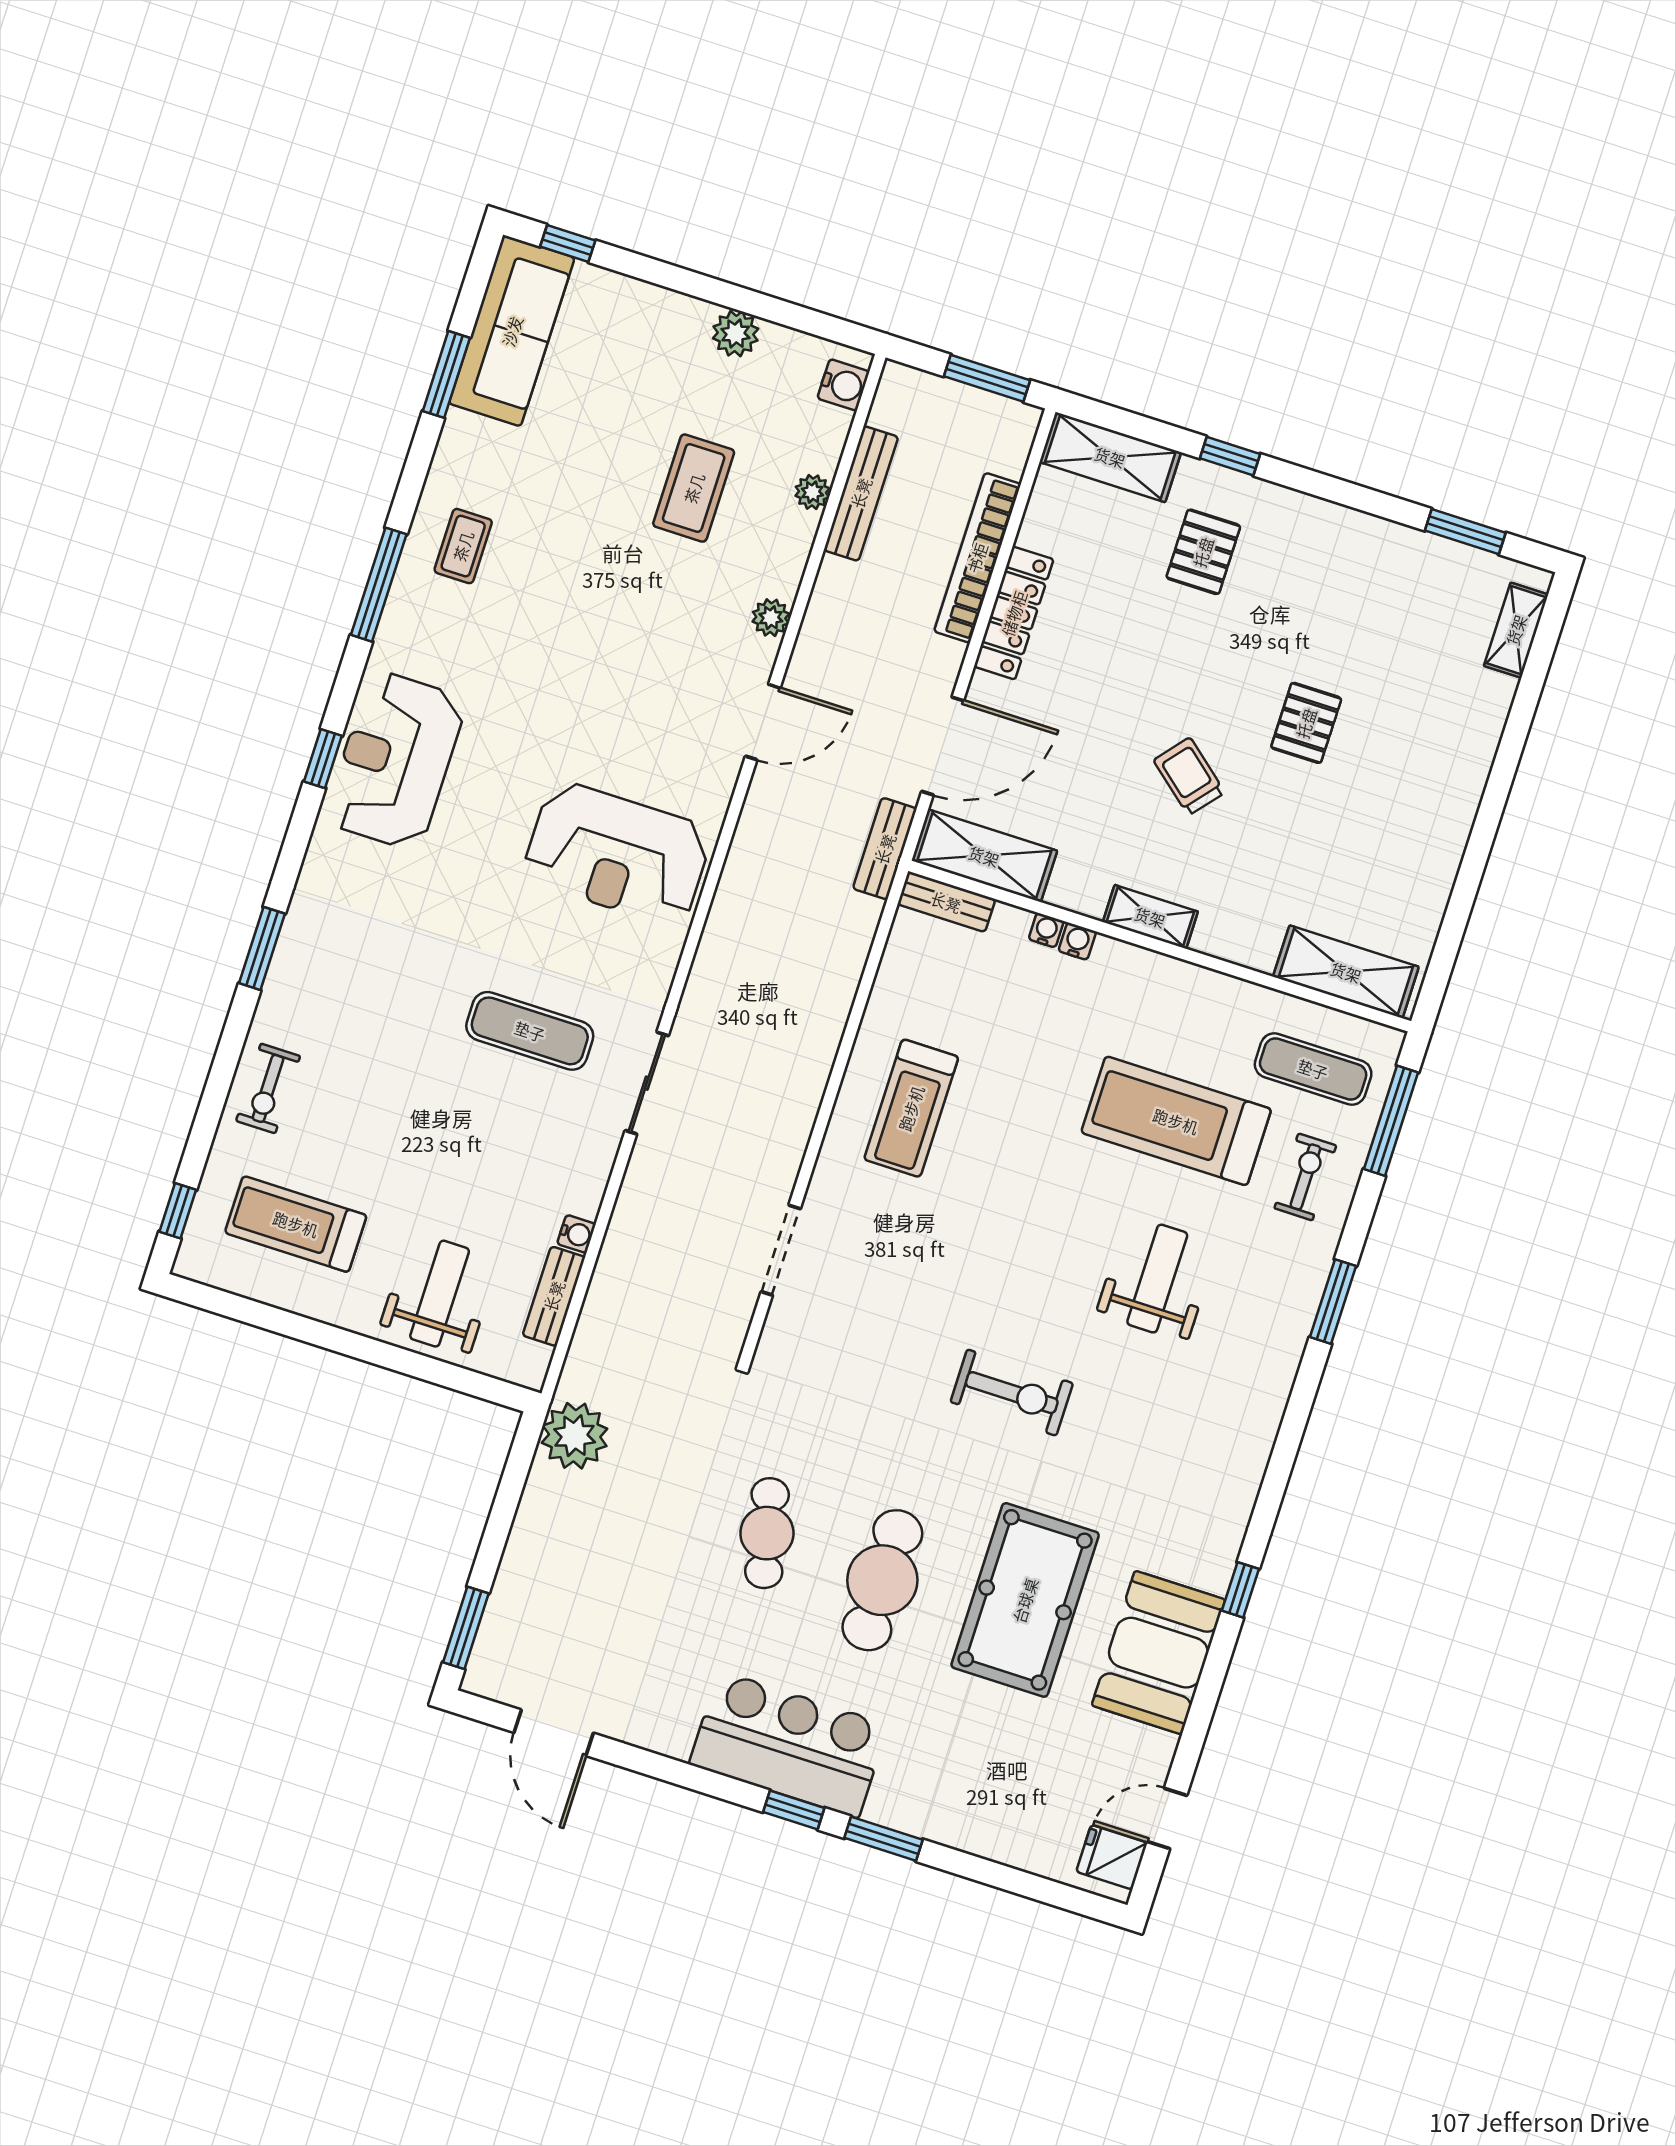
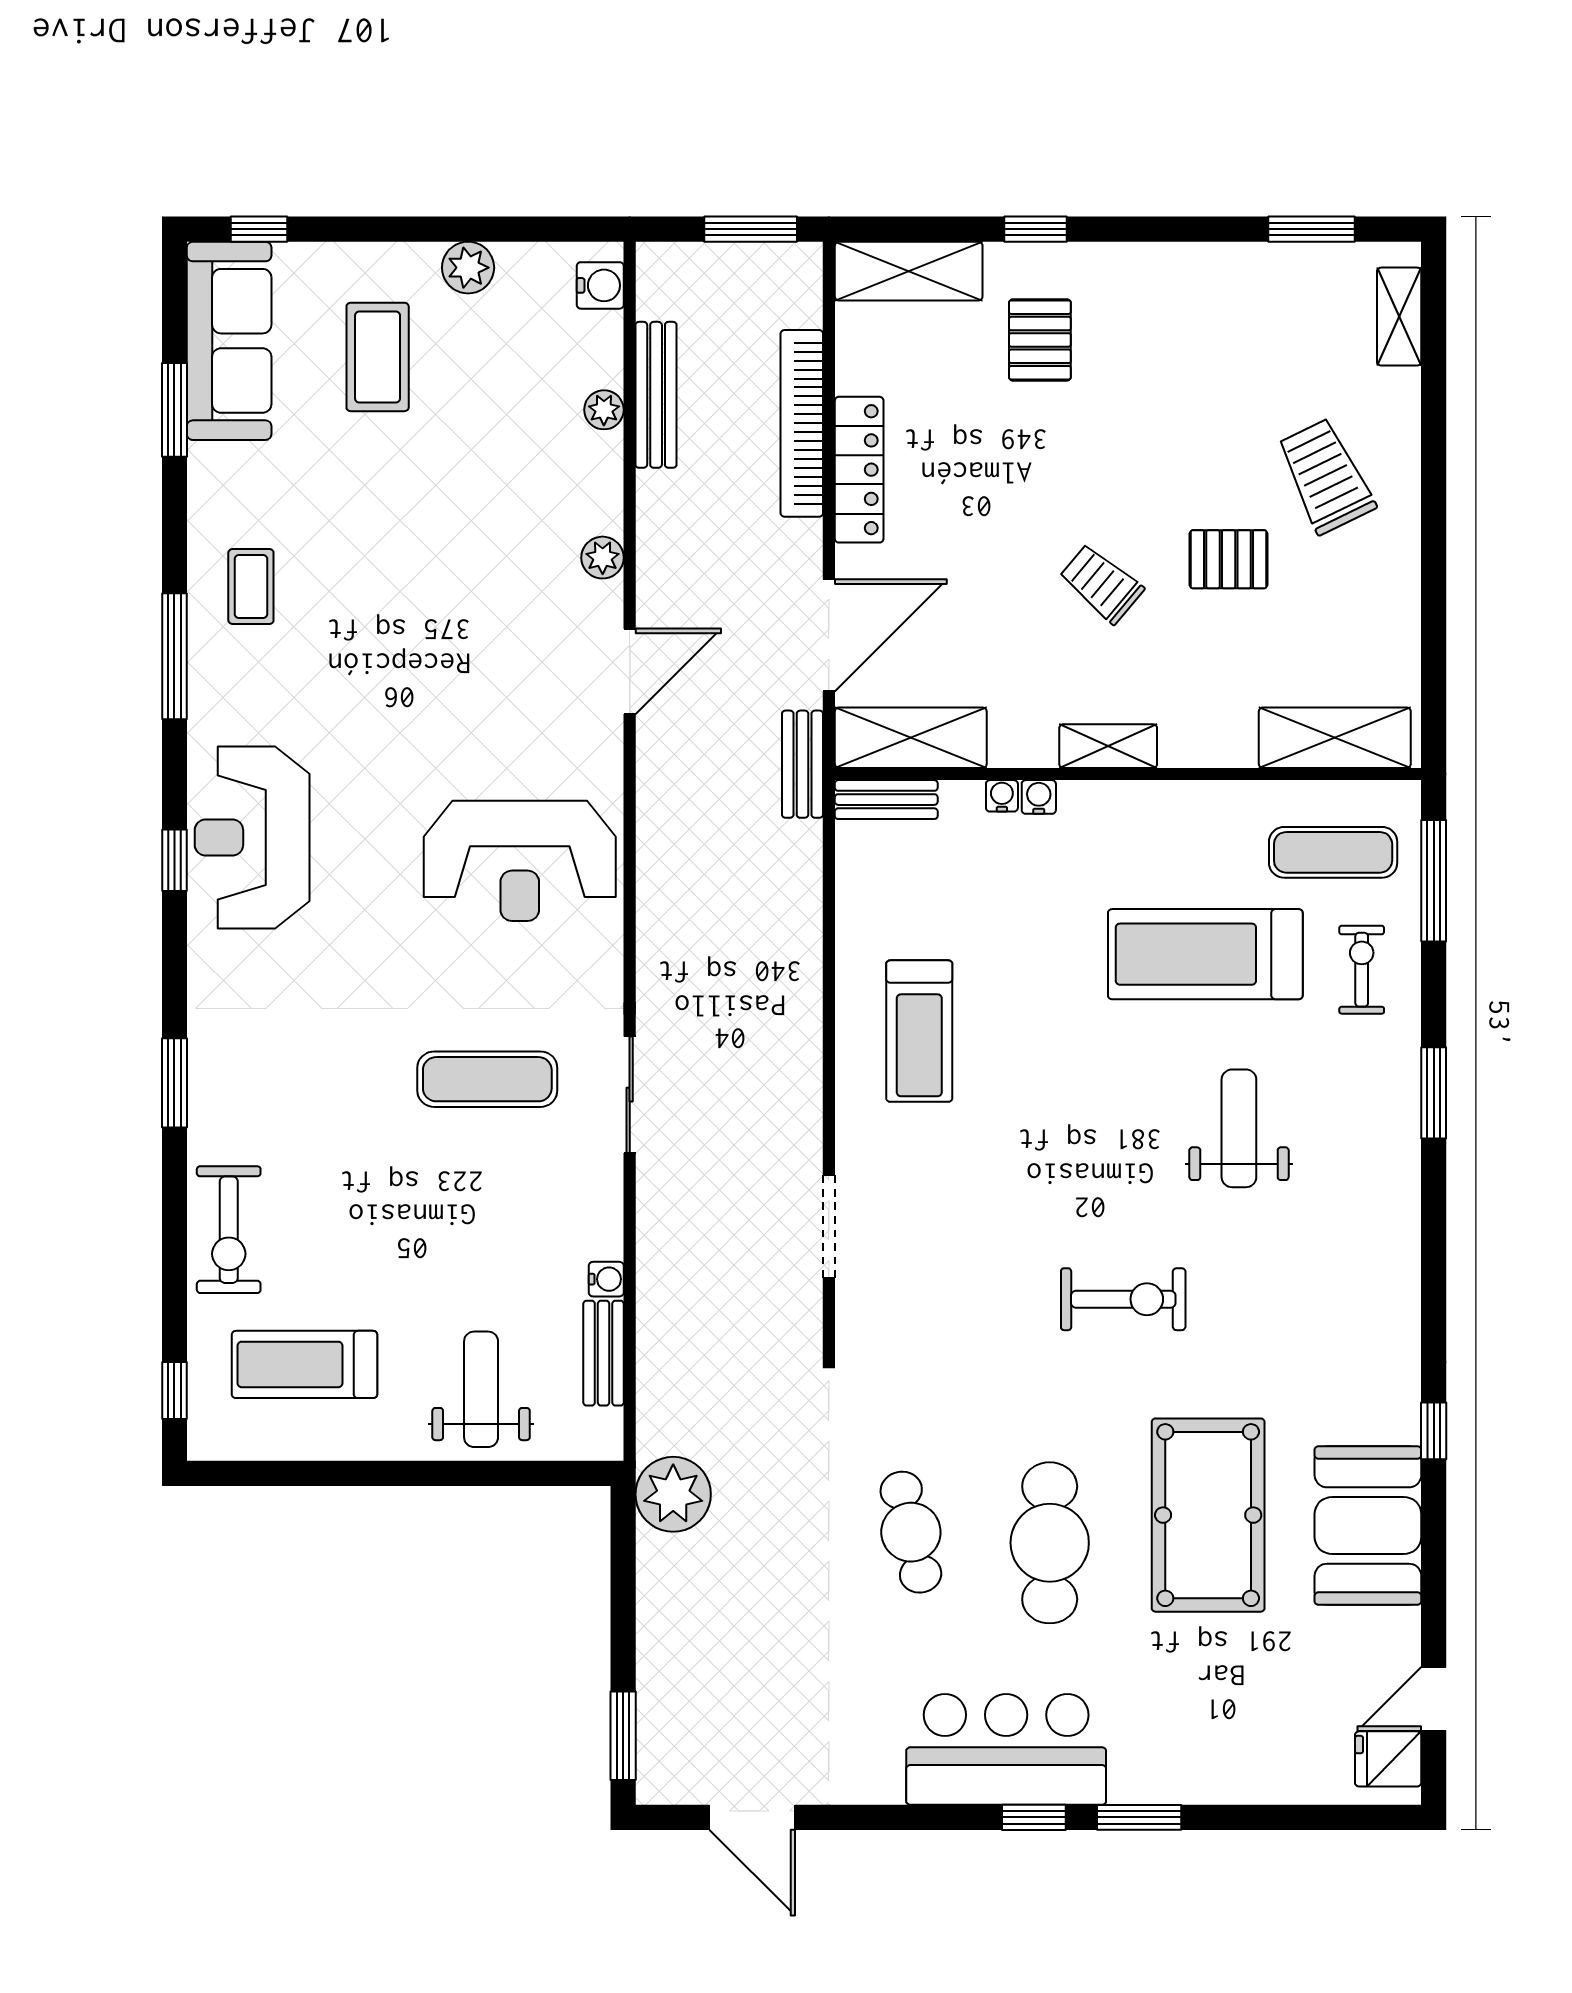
coffee table: (694, 488) -> (378, 357), moved
pallet: (1306, 723) -> (1229, 559), moved, turned 90
trolley: (1410, 746) -> (1326, 476), added
exercise bike: (268, 1088) -> (229, 1230), width x1.38, depth x1.39

